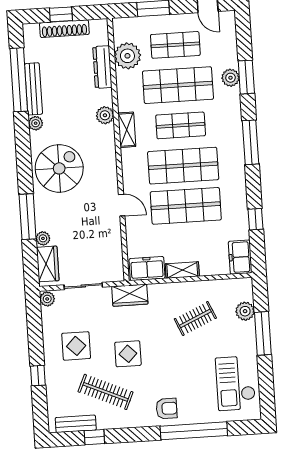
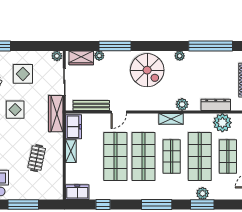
bench: (34, 89) -> (91, 105), moved
wardrobe: (130, 295) -> (56, 114), width x1.50
plant: (245, 311) -> (39, 193), removed
clothes rail: (195, 318) -> (37, 158), turned 36

